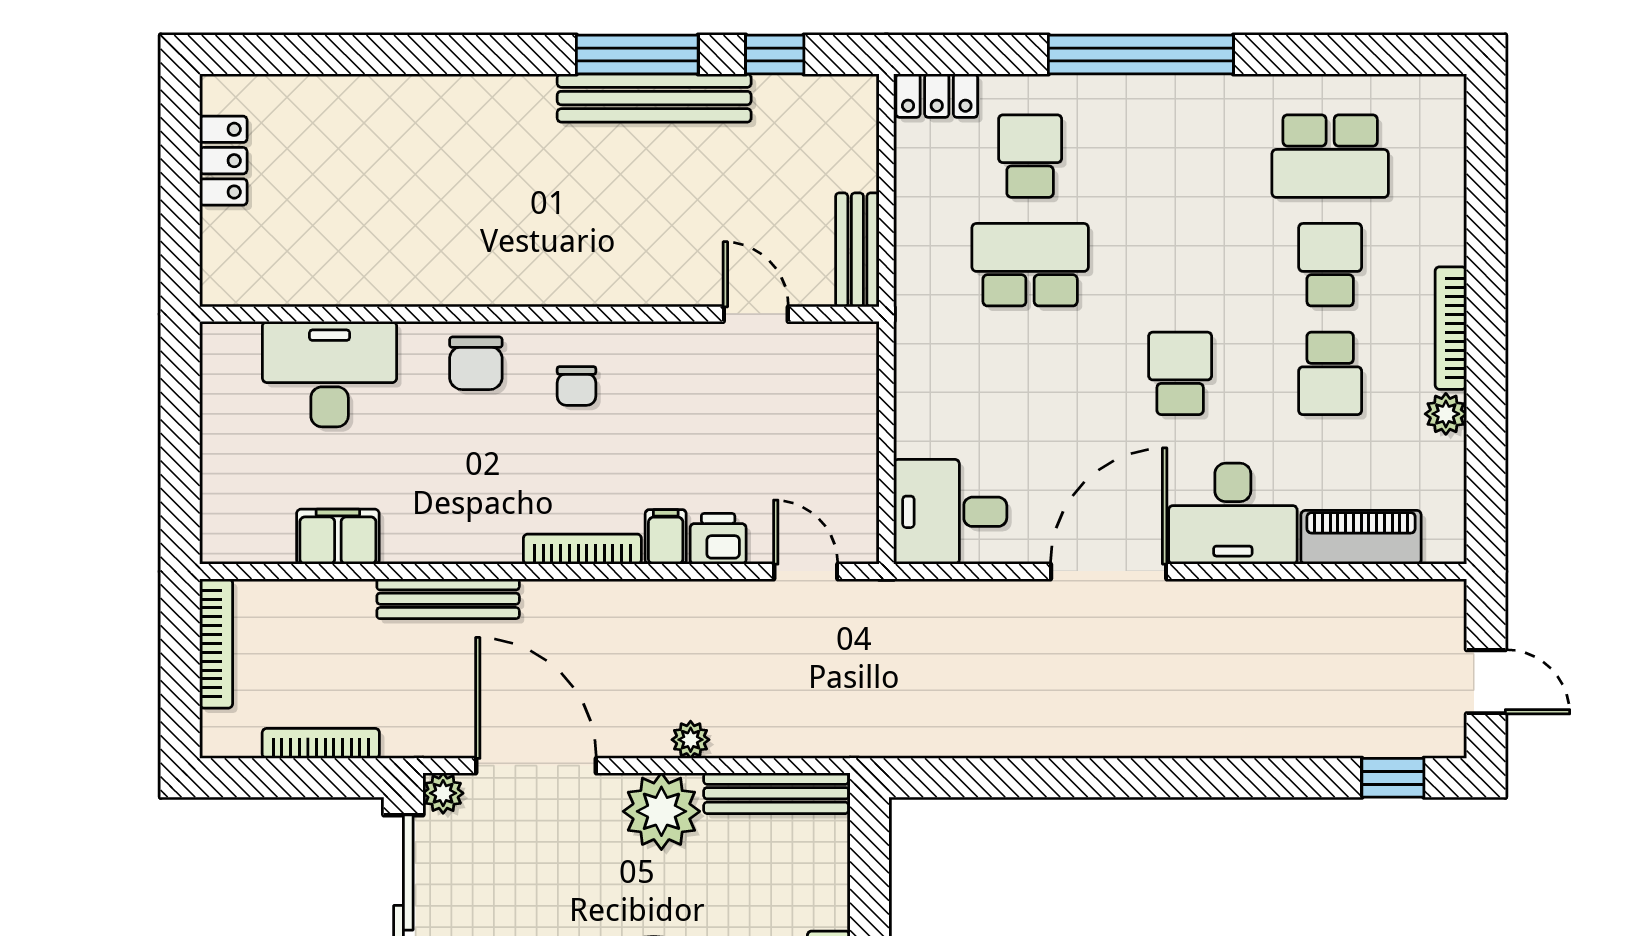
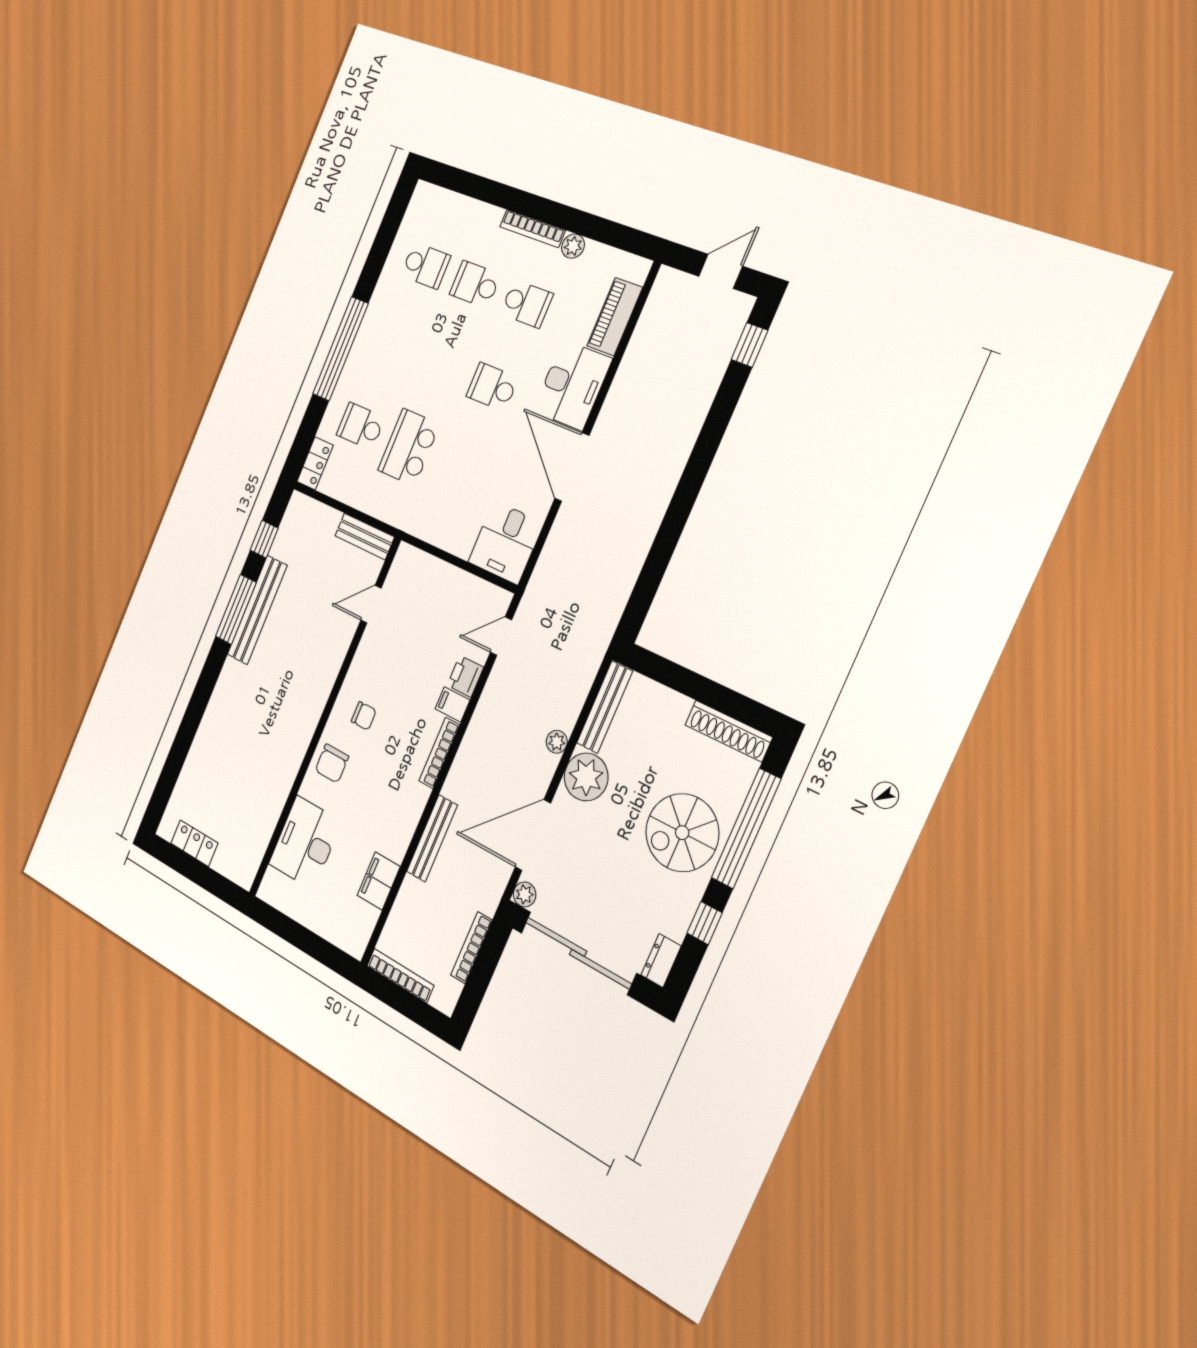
school desk: (1330, 156) -> (426, 266), width x0.54
chair: (476, 363) -> (332, 763), turned 90

